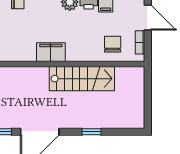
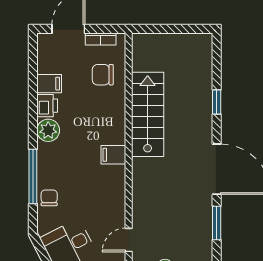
filing cabinet: (51, 52) -> (113, 155), width x0.50

